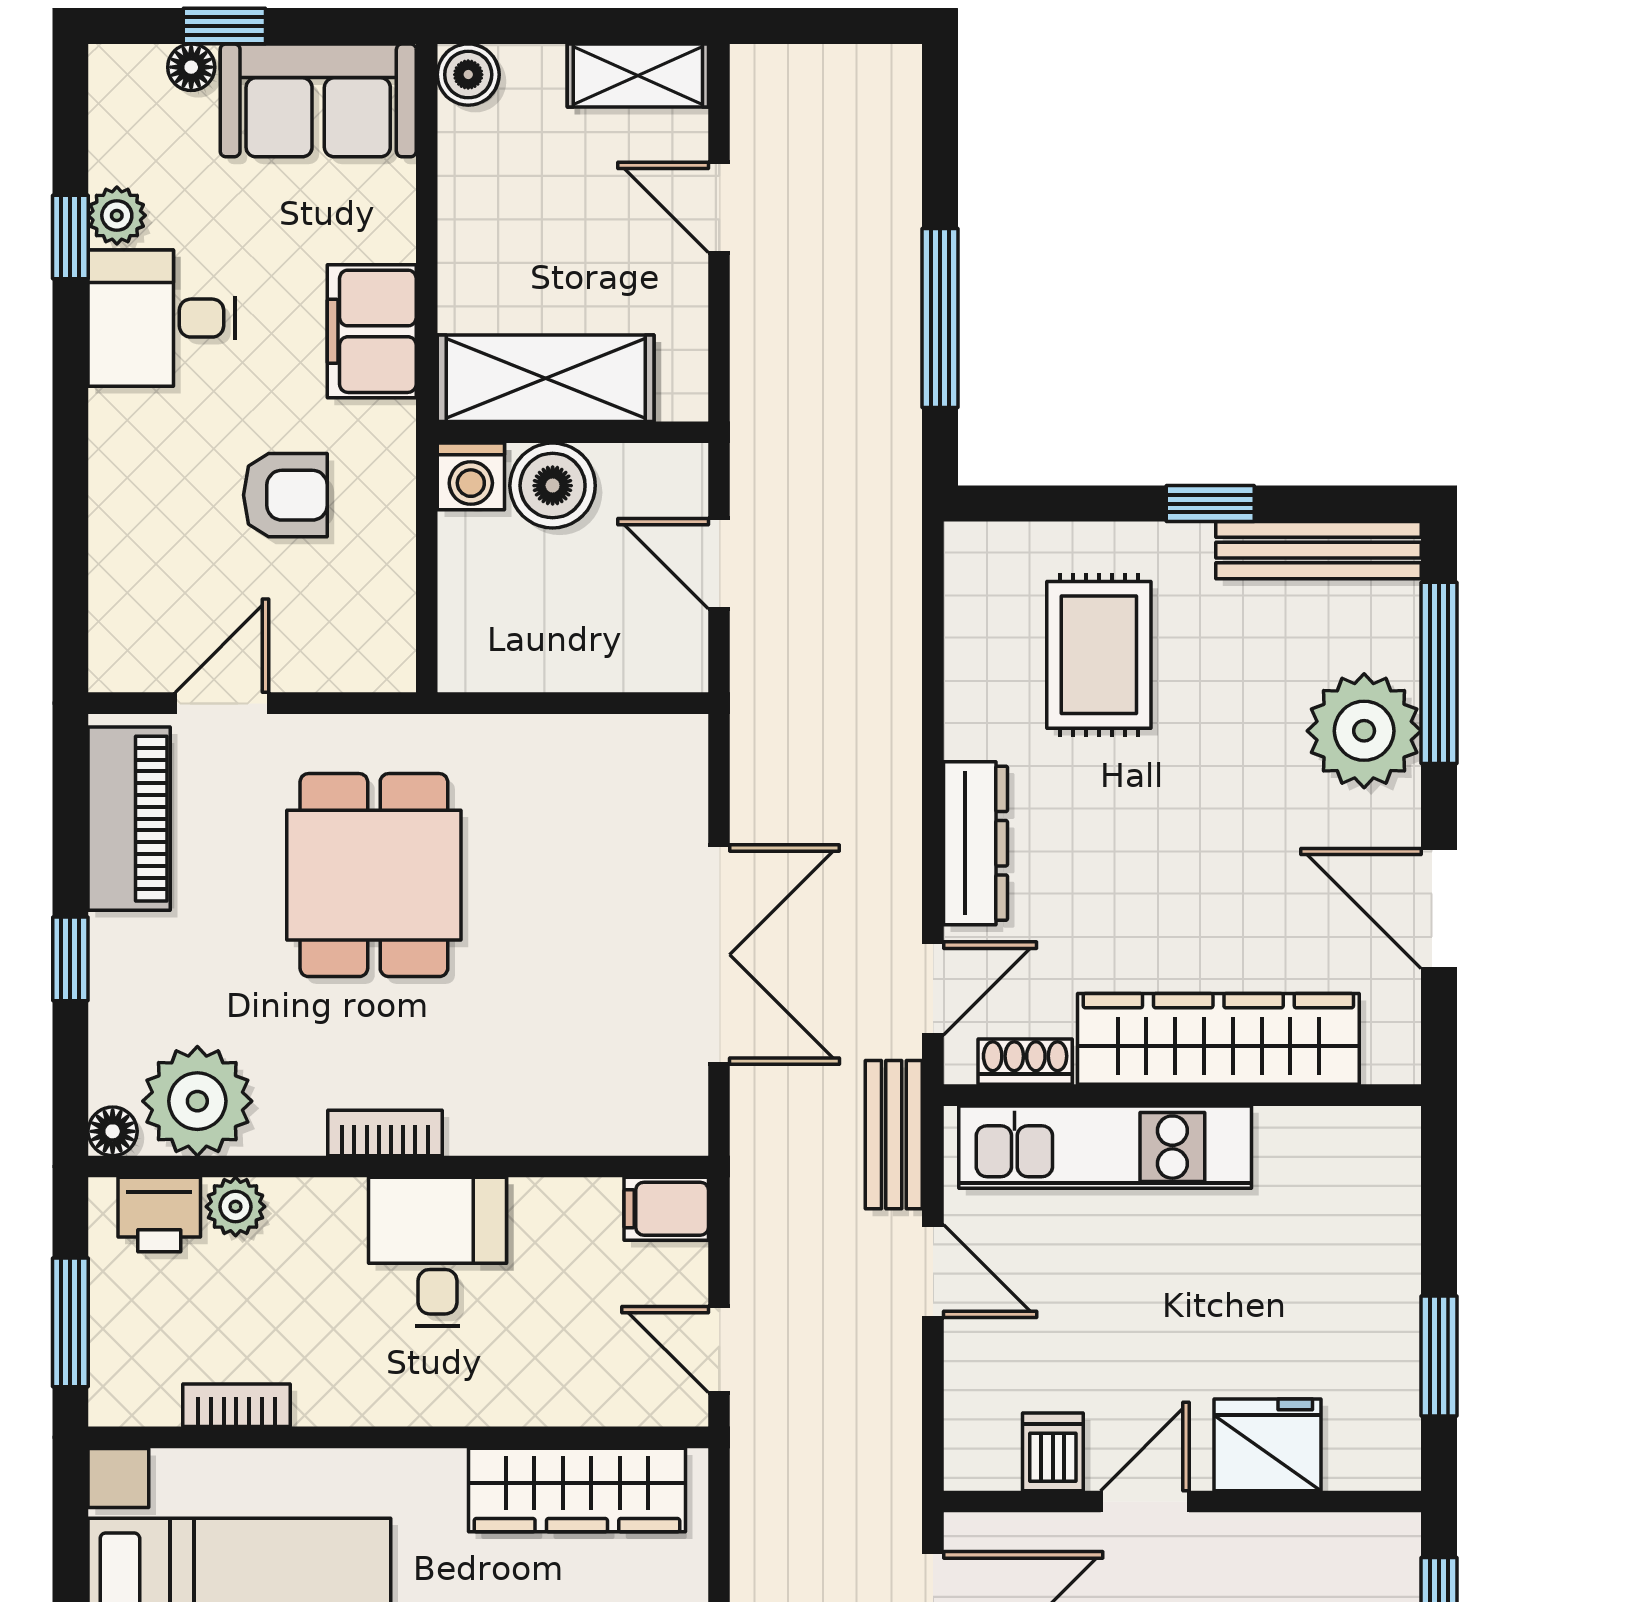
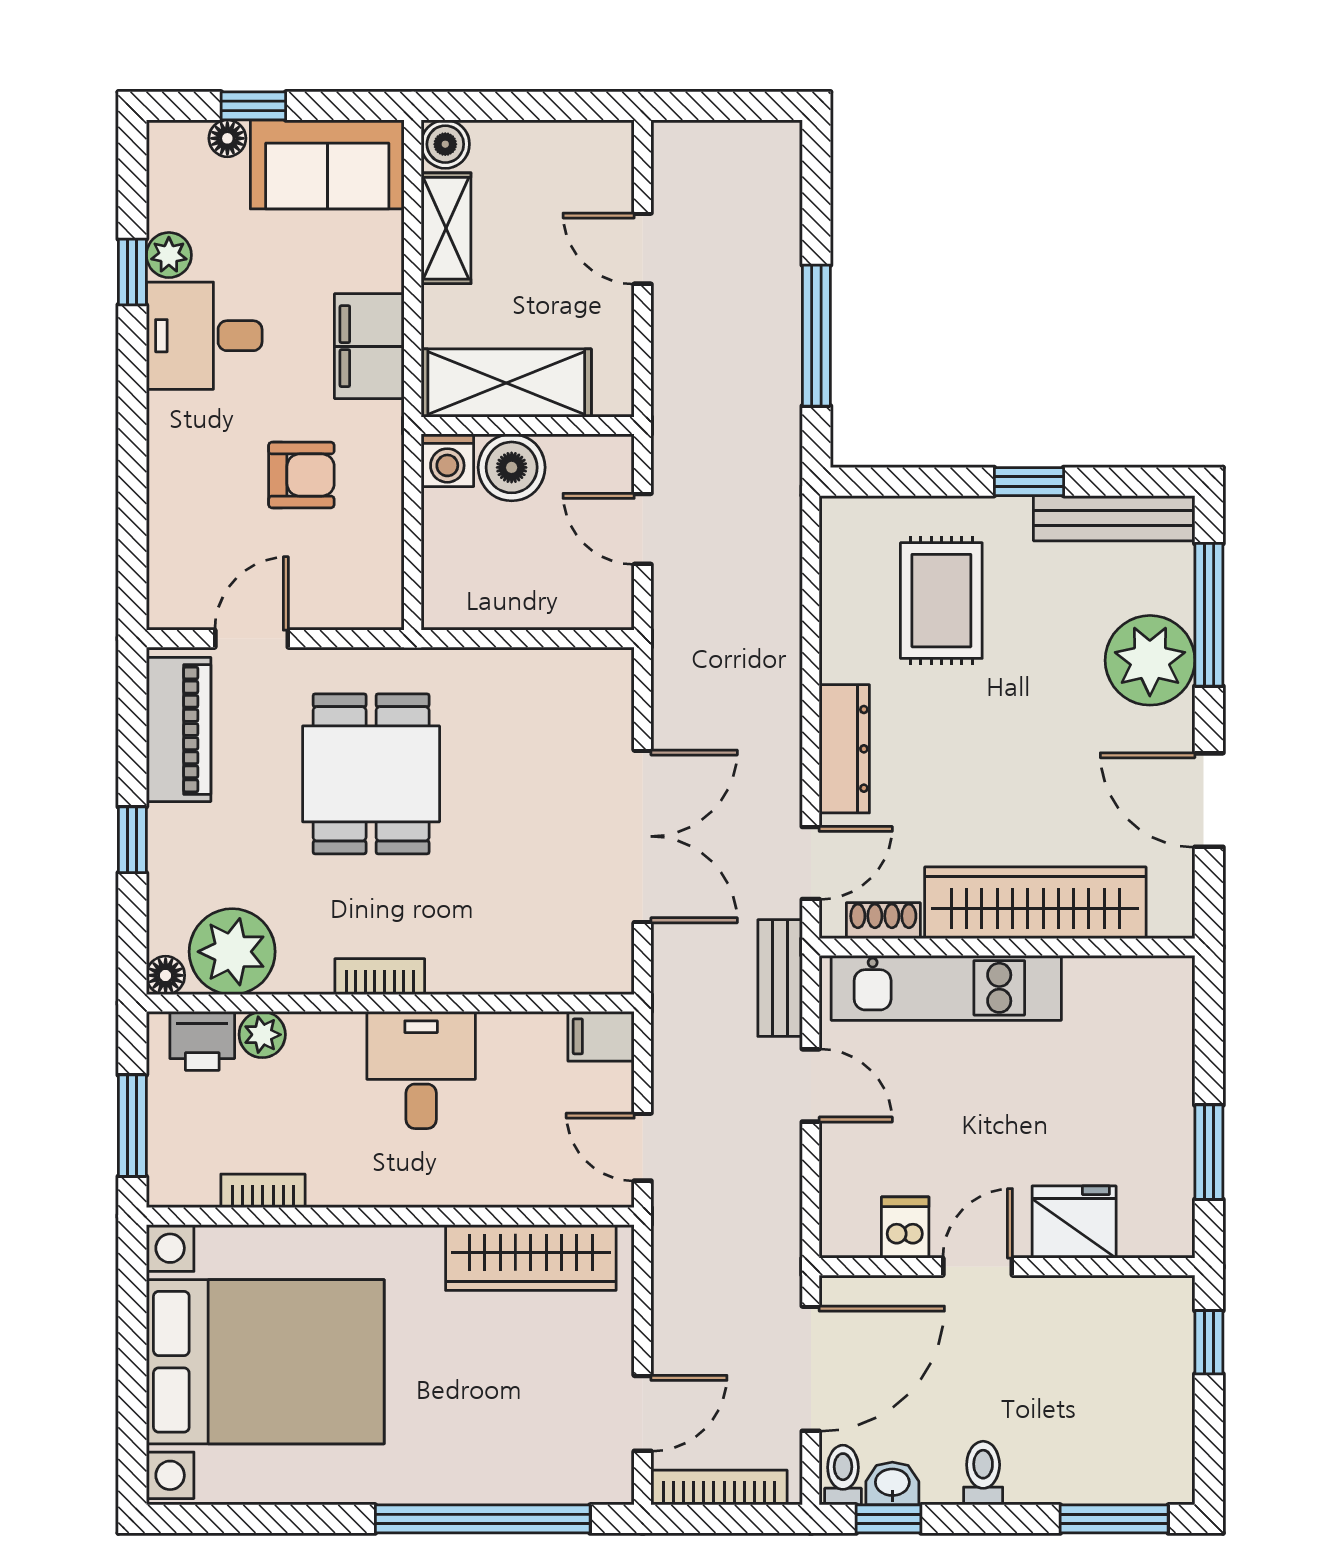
shelving: (638, 75) -> (446, 228), moved, turned 90

